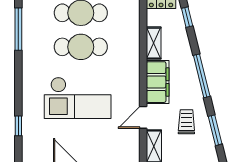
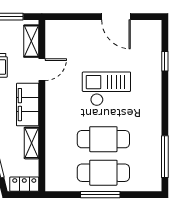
checkout: (78, 98) -> (106, 89), width x0.73, depth x0.83

